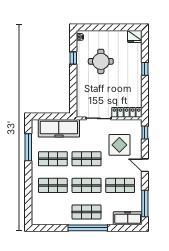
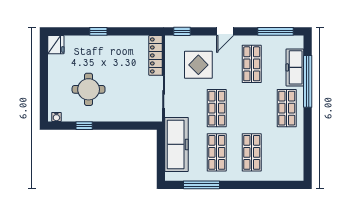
shop shelf: (87, 185) -> (252, 108), removed
freezer: (128, 218) -> (295, 67), moved
window: (88, 228) -> (308, 81), moved

